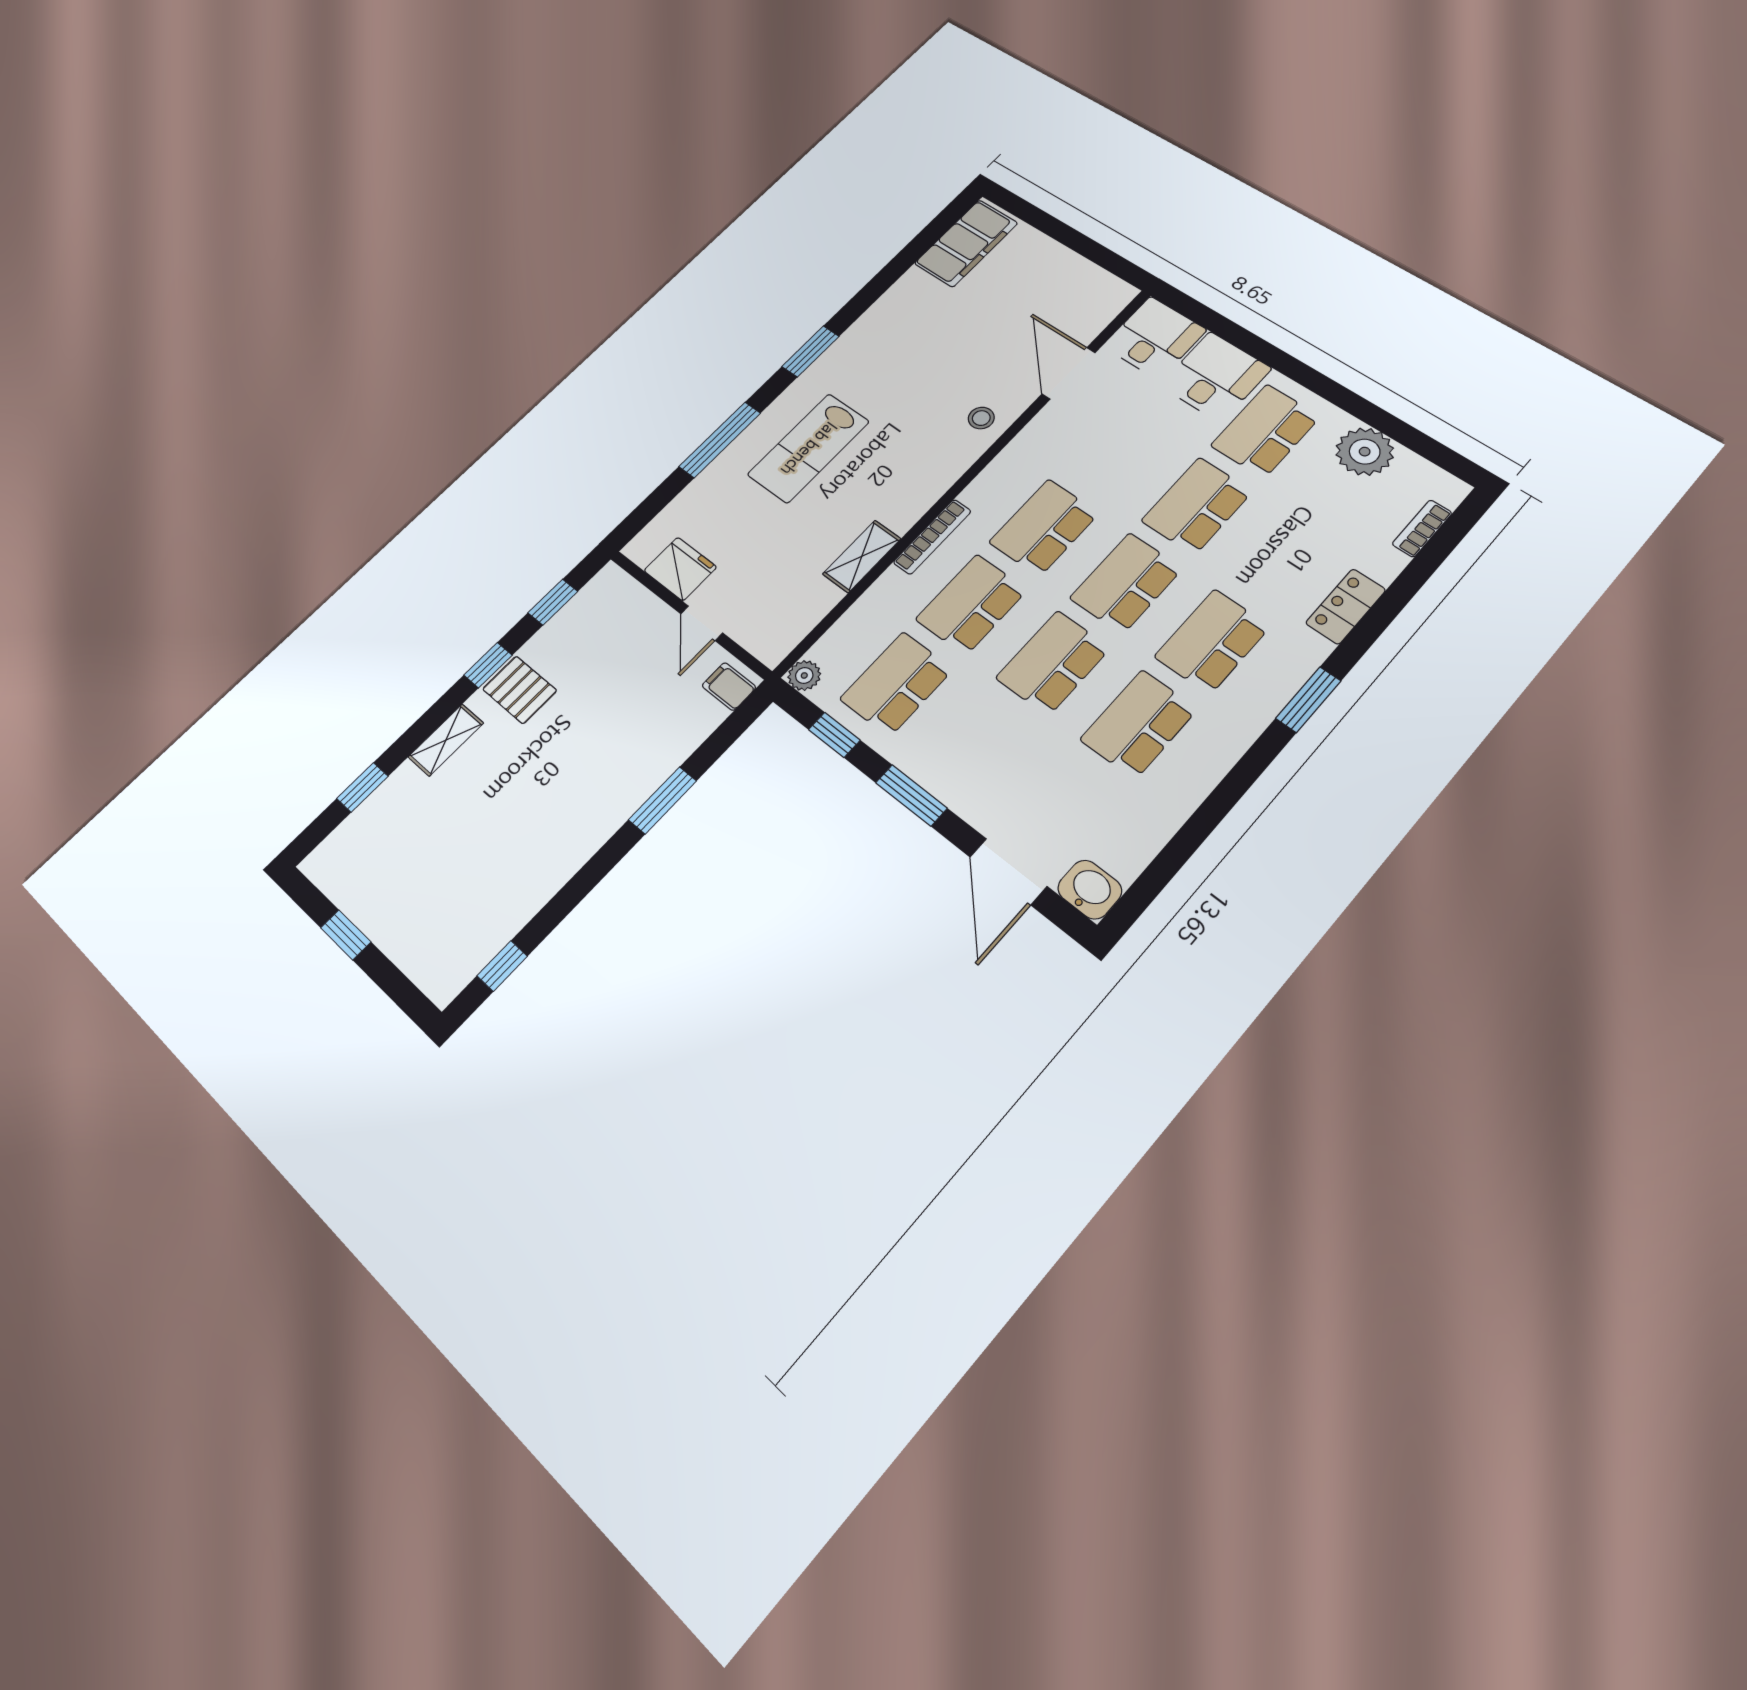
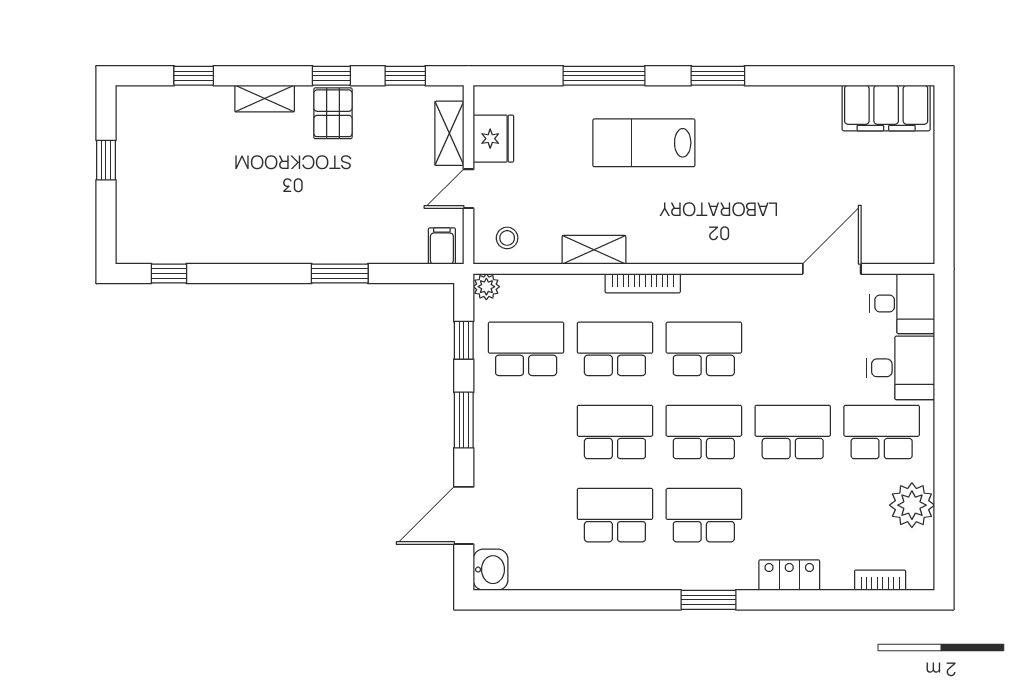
stool: (981, 418) -> (507, 238), moved
shelving: (638, 603) -> (449, 133), added

